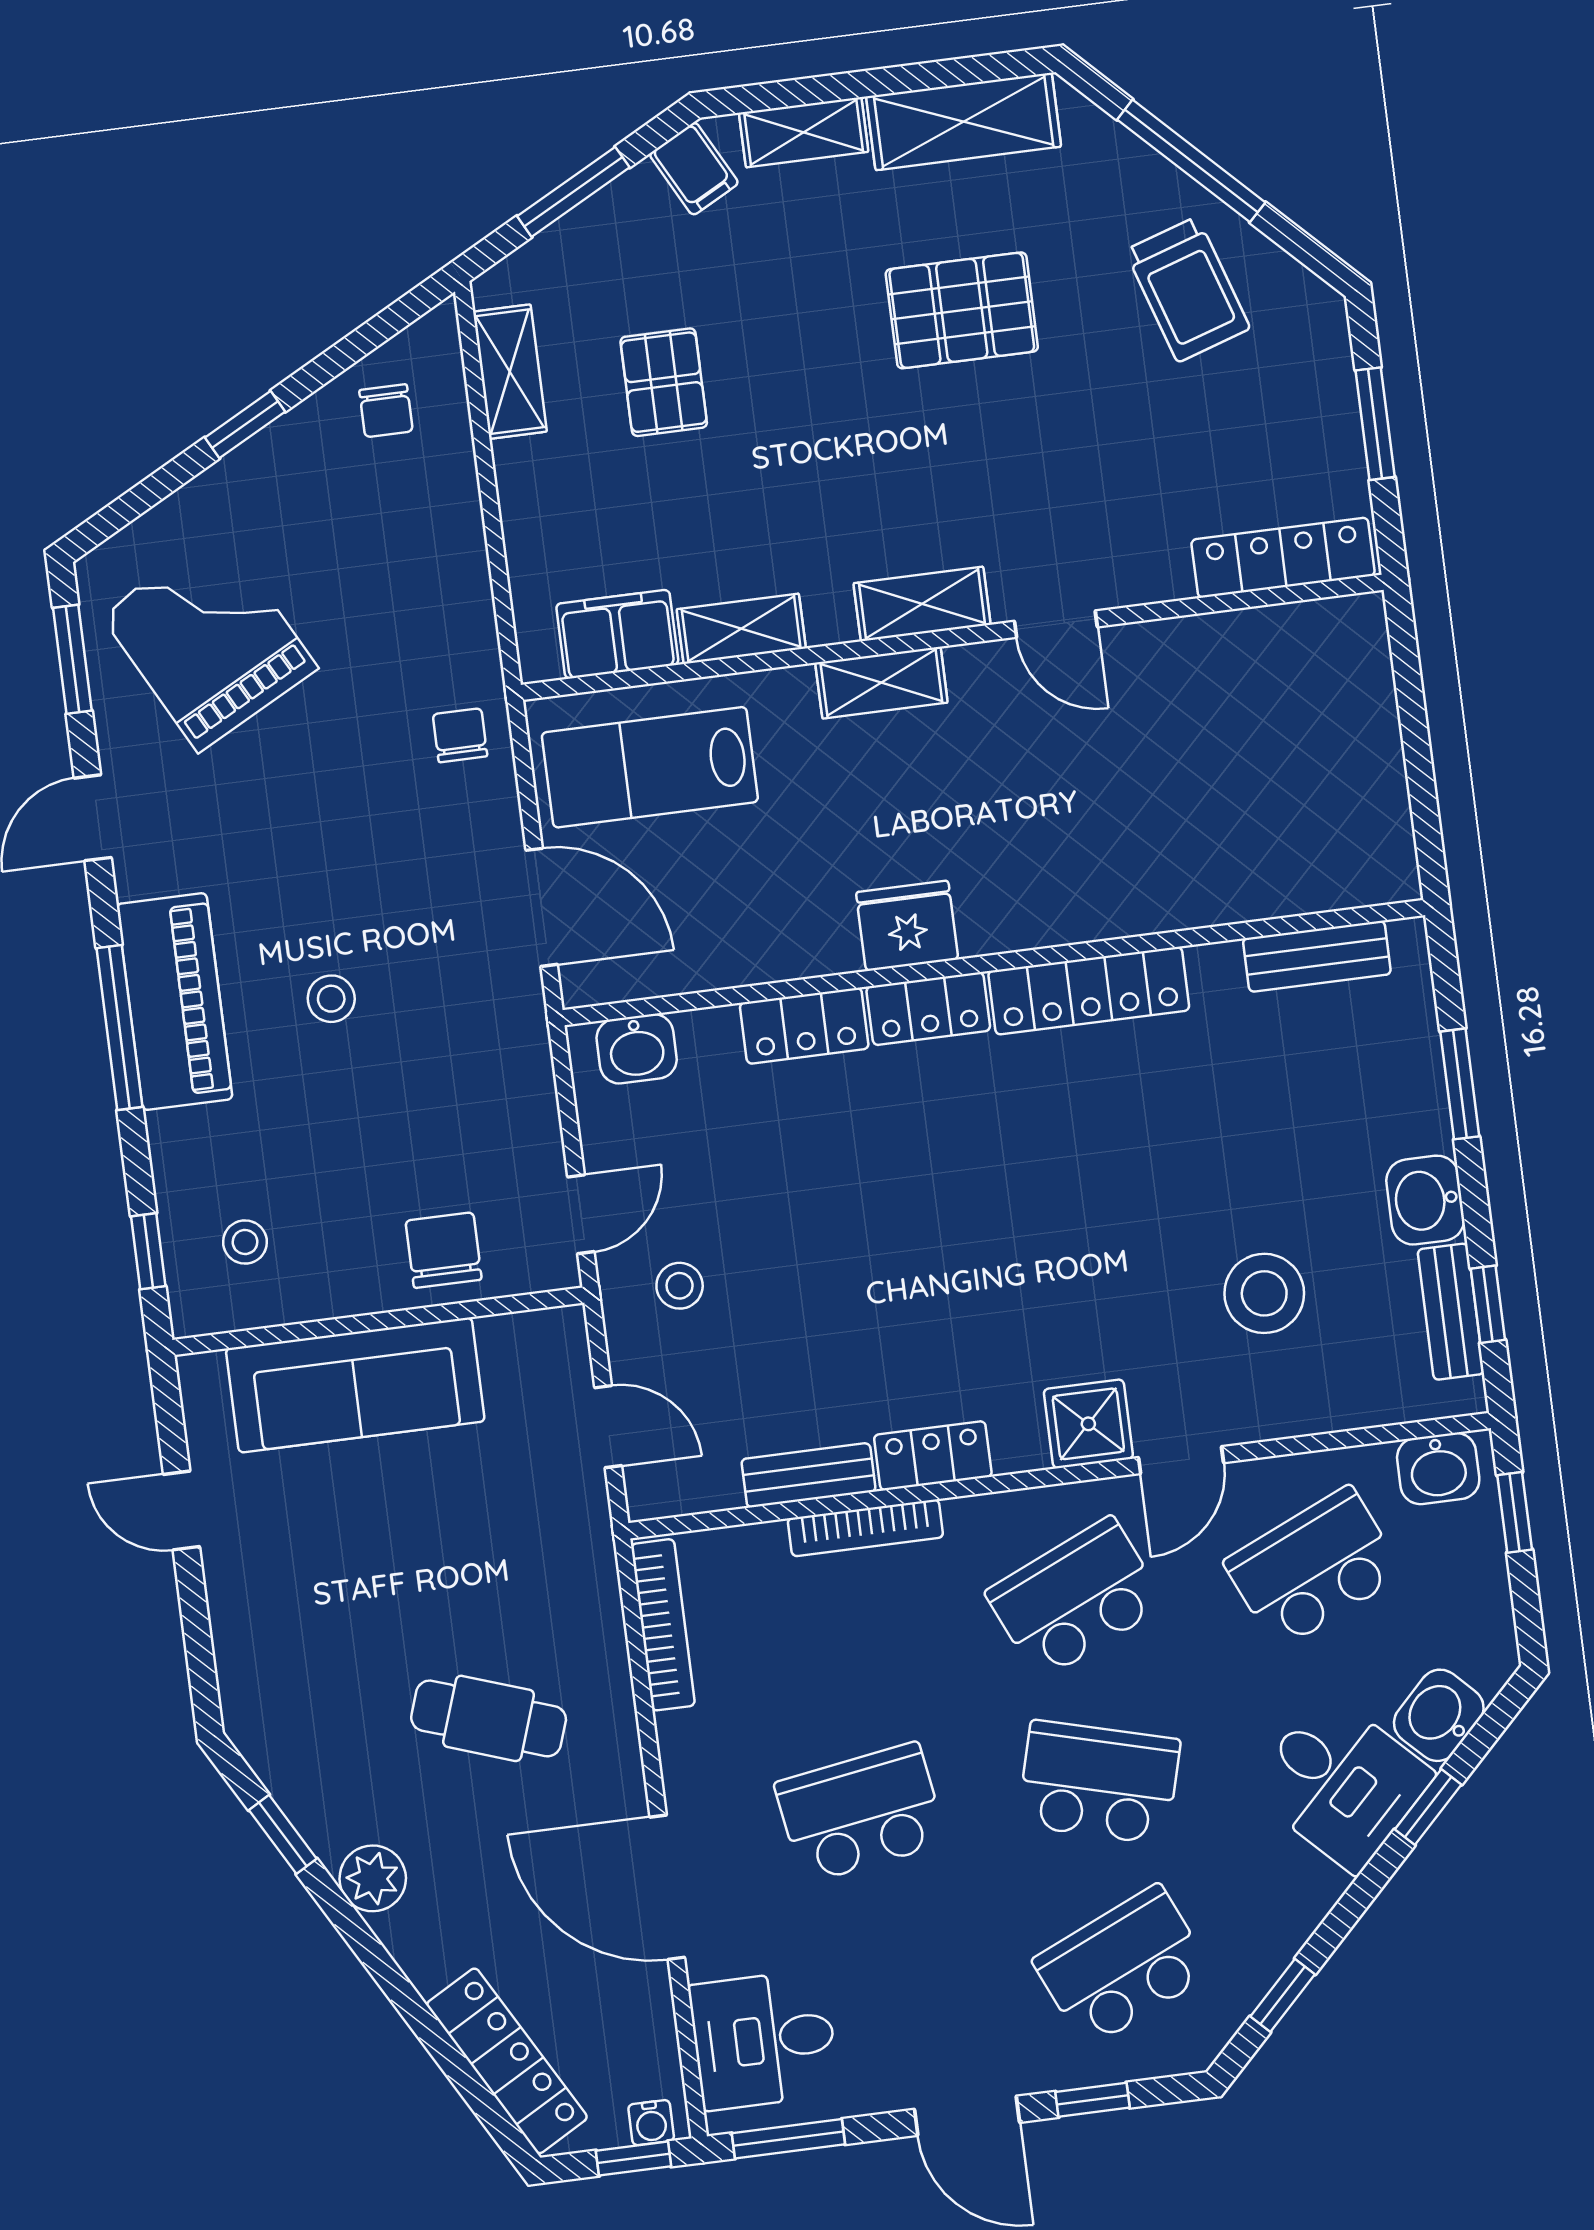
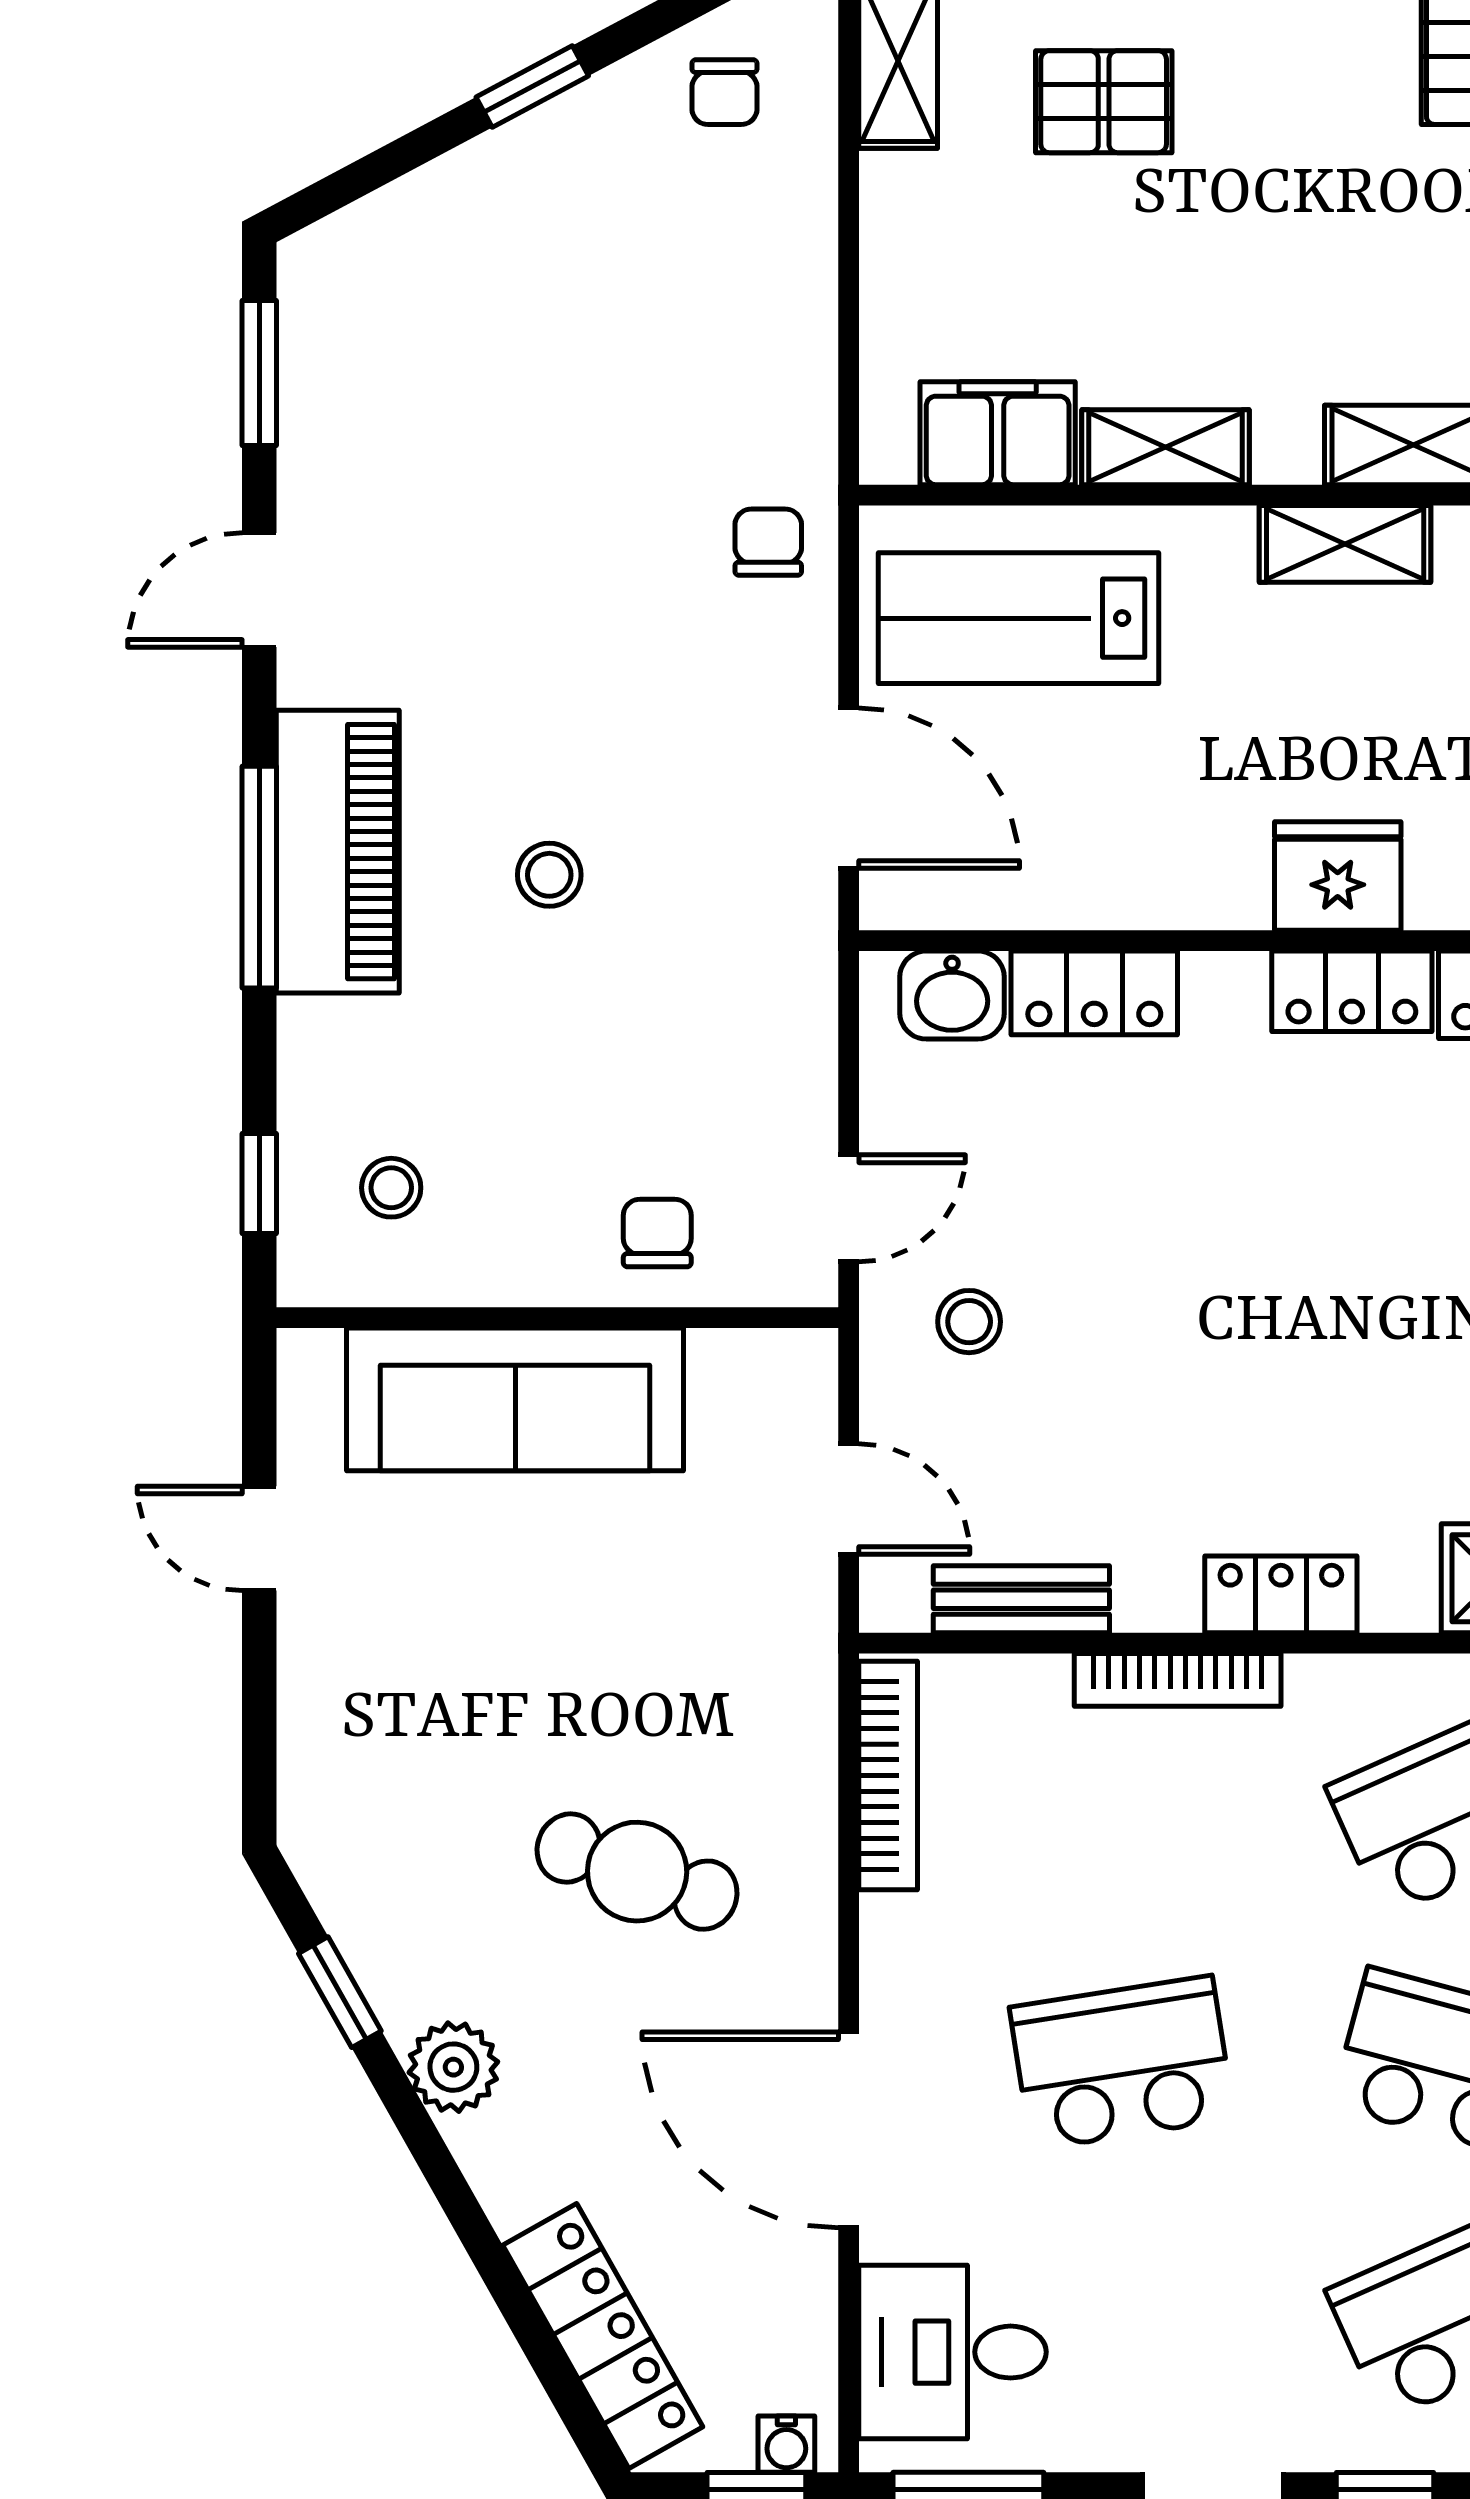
pallet: (664, 382) -> (1104, 102), turned 90
grand piano: (209, 641) -> (447, 372), removed
locker: (804, 1026) -> (1094, 993), moved
chair: (444, 1250) -> (657, 1233), width x0.73, depth x0.73
bench: (809, 1475) -> (1021, 1599), moved

